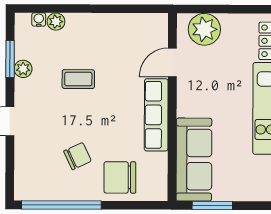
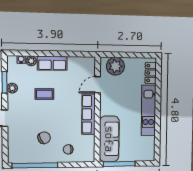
row of seats: (92, 25) -> (52, 63), added
chair: (120, 177) -> (68, 149), width x0.54, depth x0.54
window: (212, 206) -> (119, 164), width x1.44

